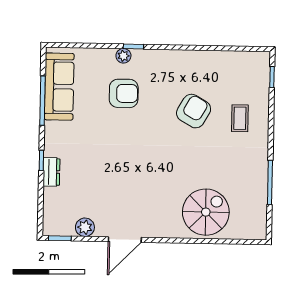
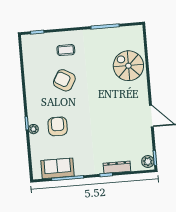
sofa: (59, 87) -> (57, 168), width x0.73
dresser: (51, 172) -> (117, 167), width x1.44
plant: (85, 227) -> (148, 162), moved

